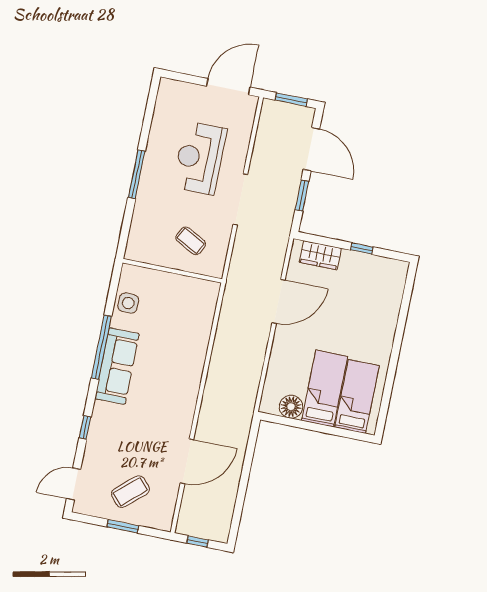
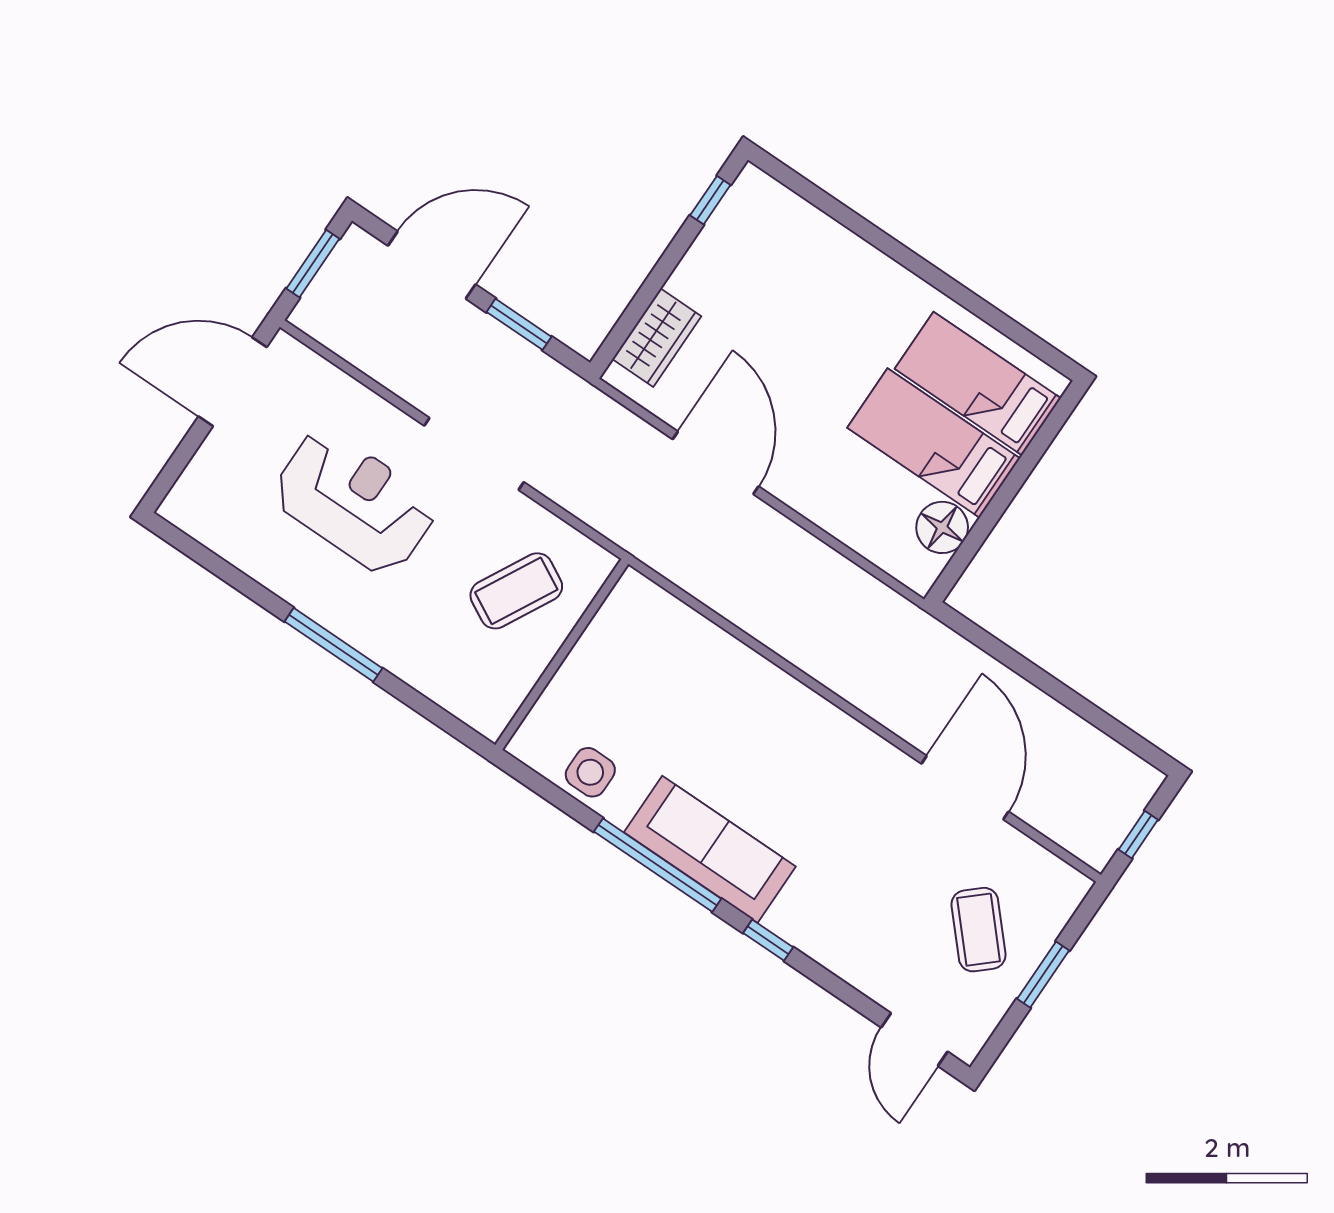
door: (228, 87) -> (233, 382), hinge flipped
reception desk: (200, 158) -> (354, 502), turned 180
coffee table: (191, 241) -> (516, 591), width x1.36, depth x1.30
window: (362, 248) -> (710, 200), moved
window: (85, 427) -> (768, 940), moved

